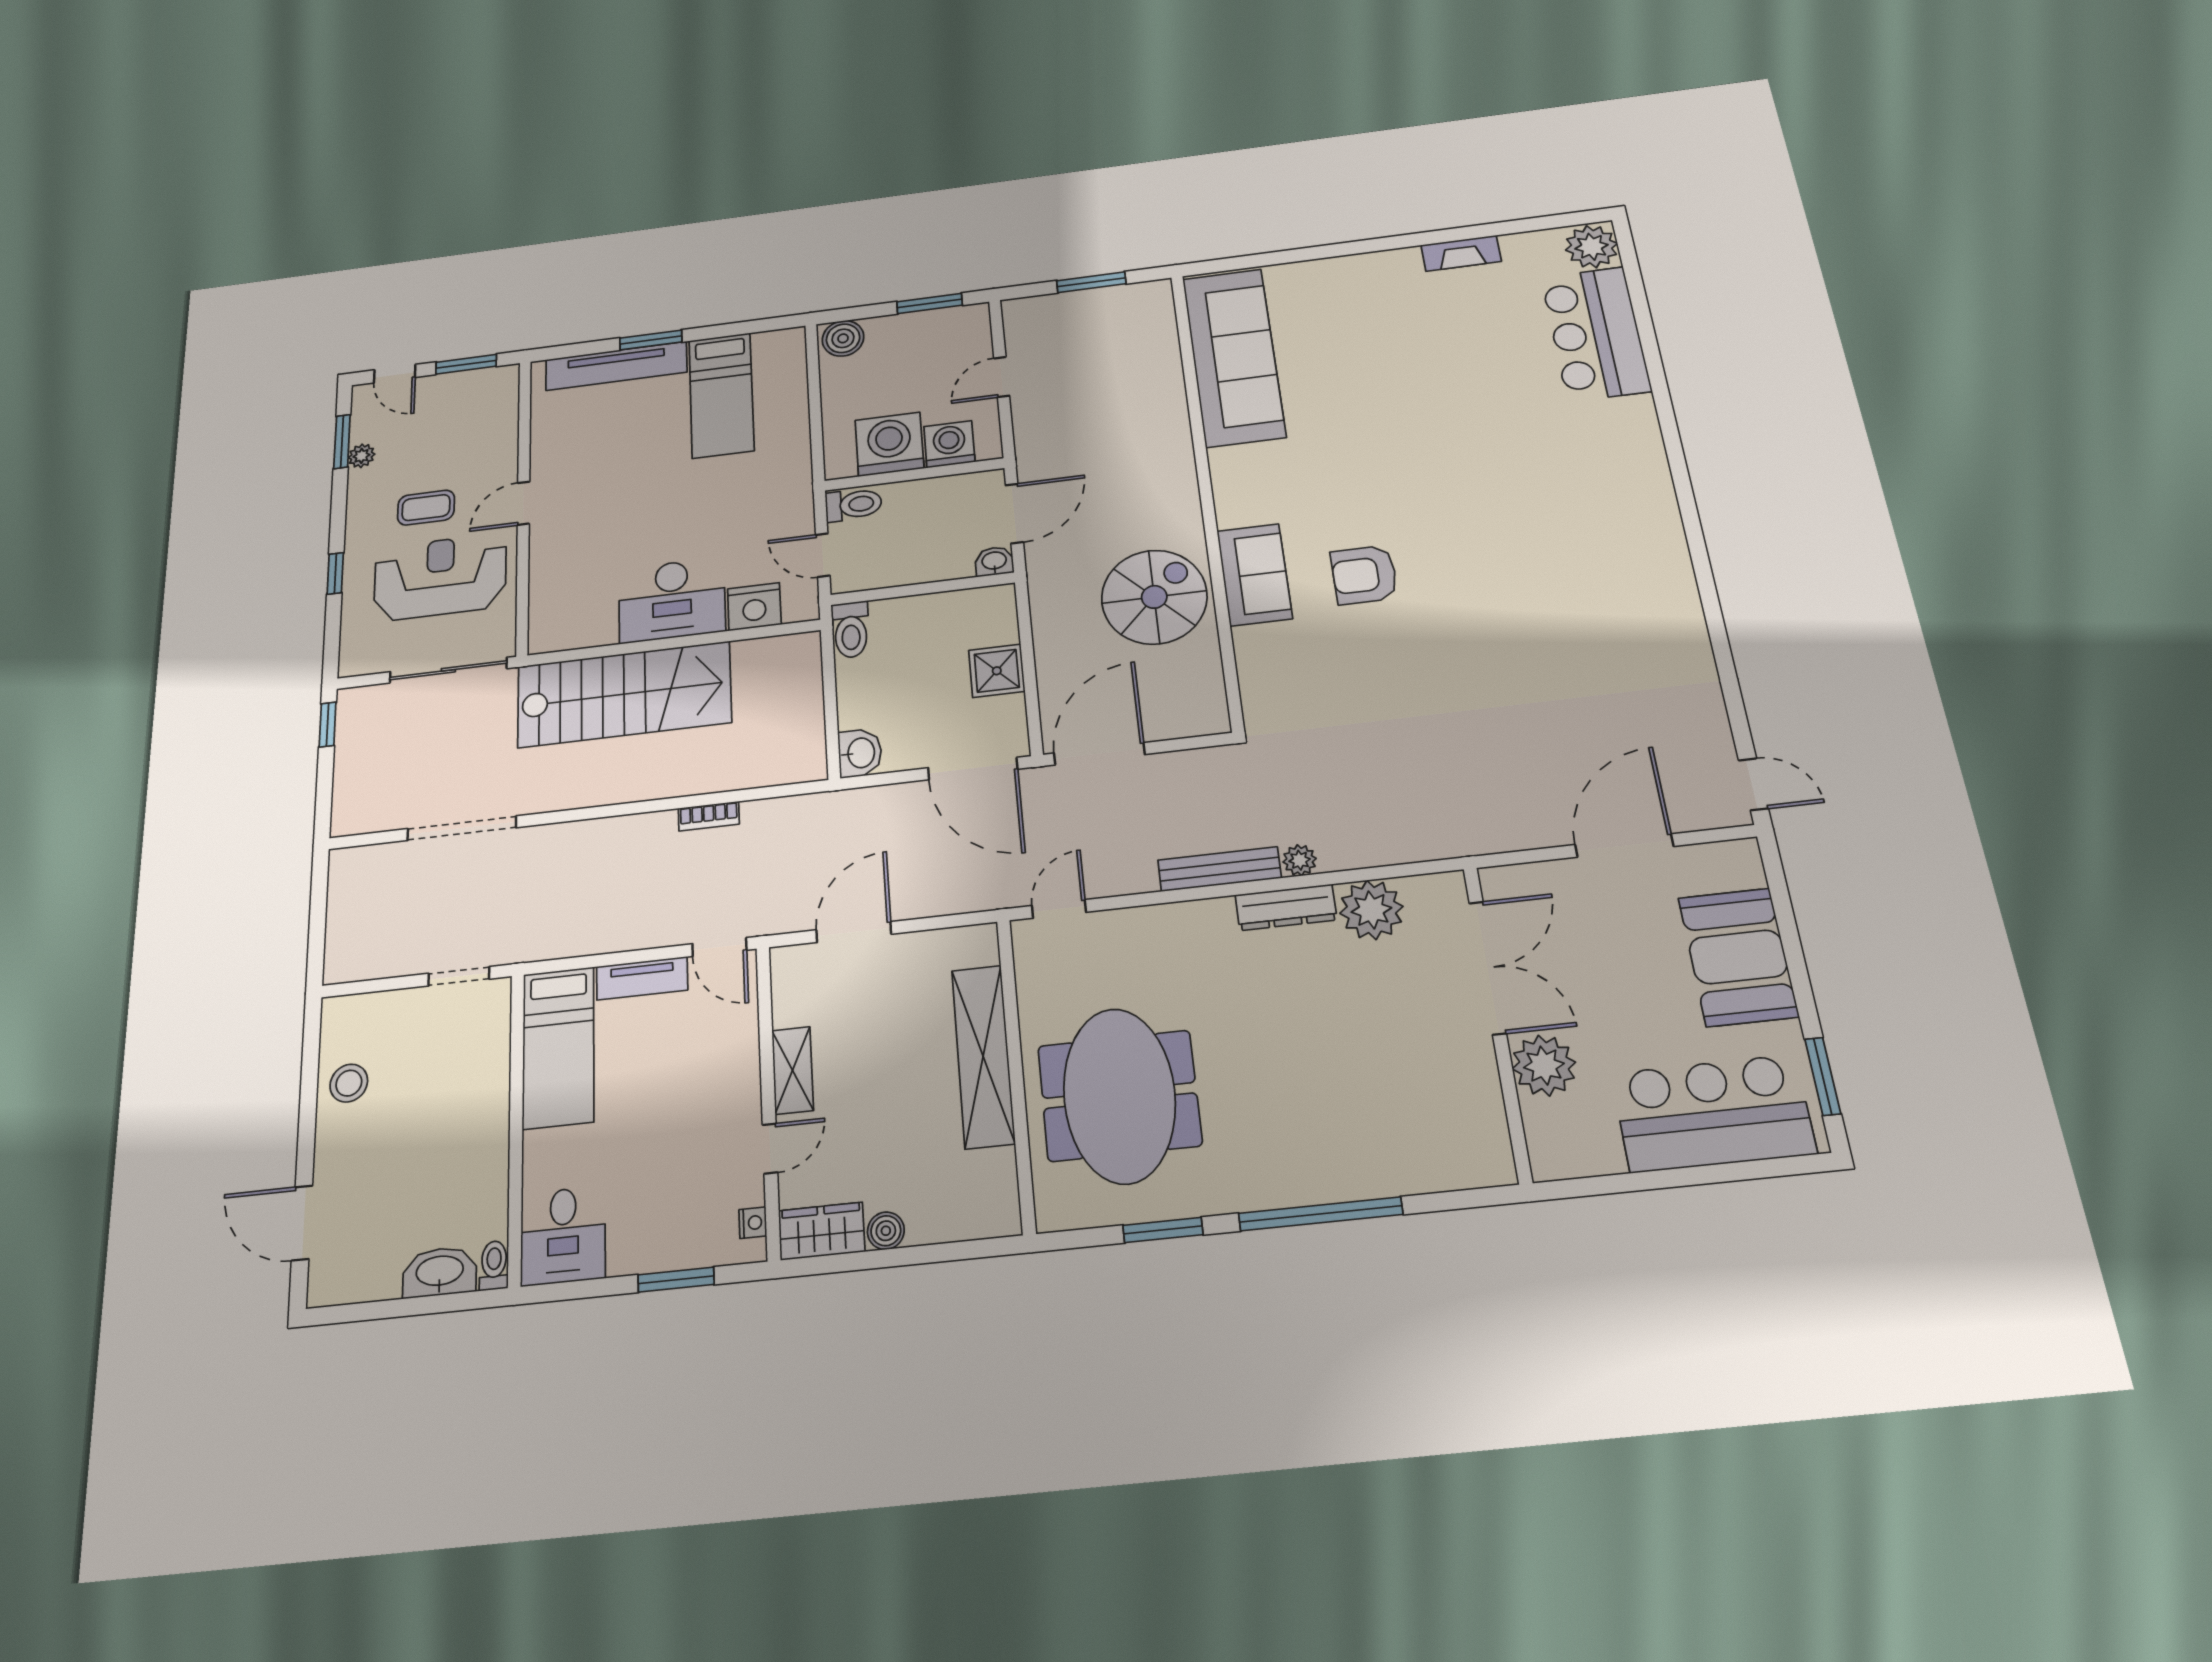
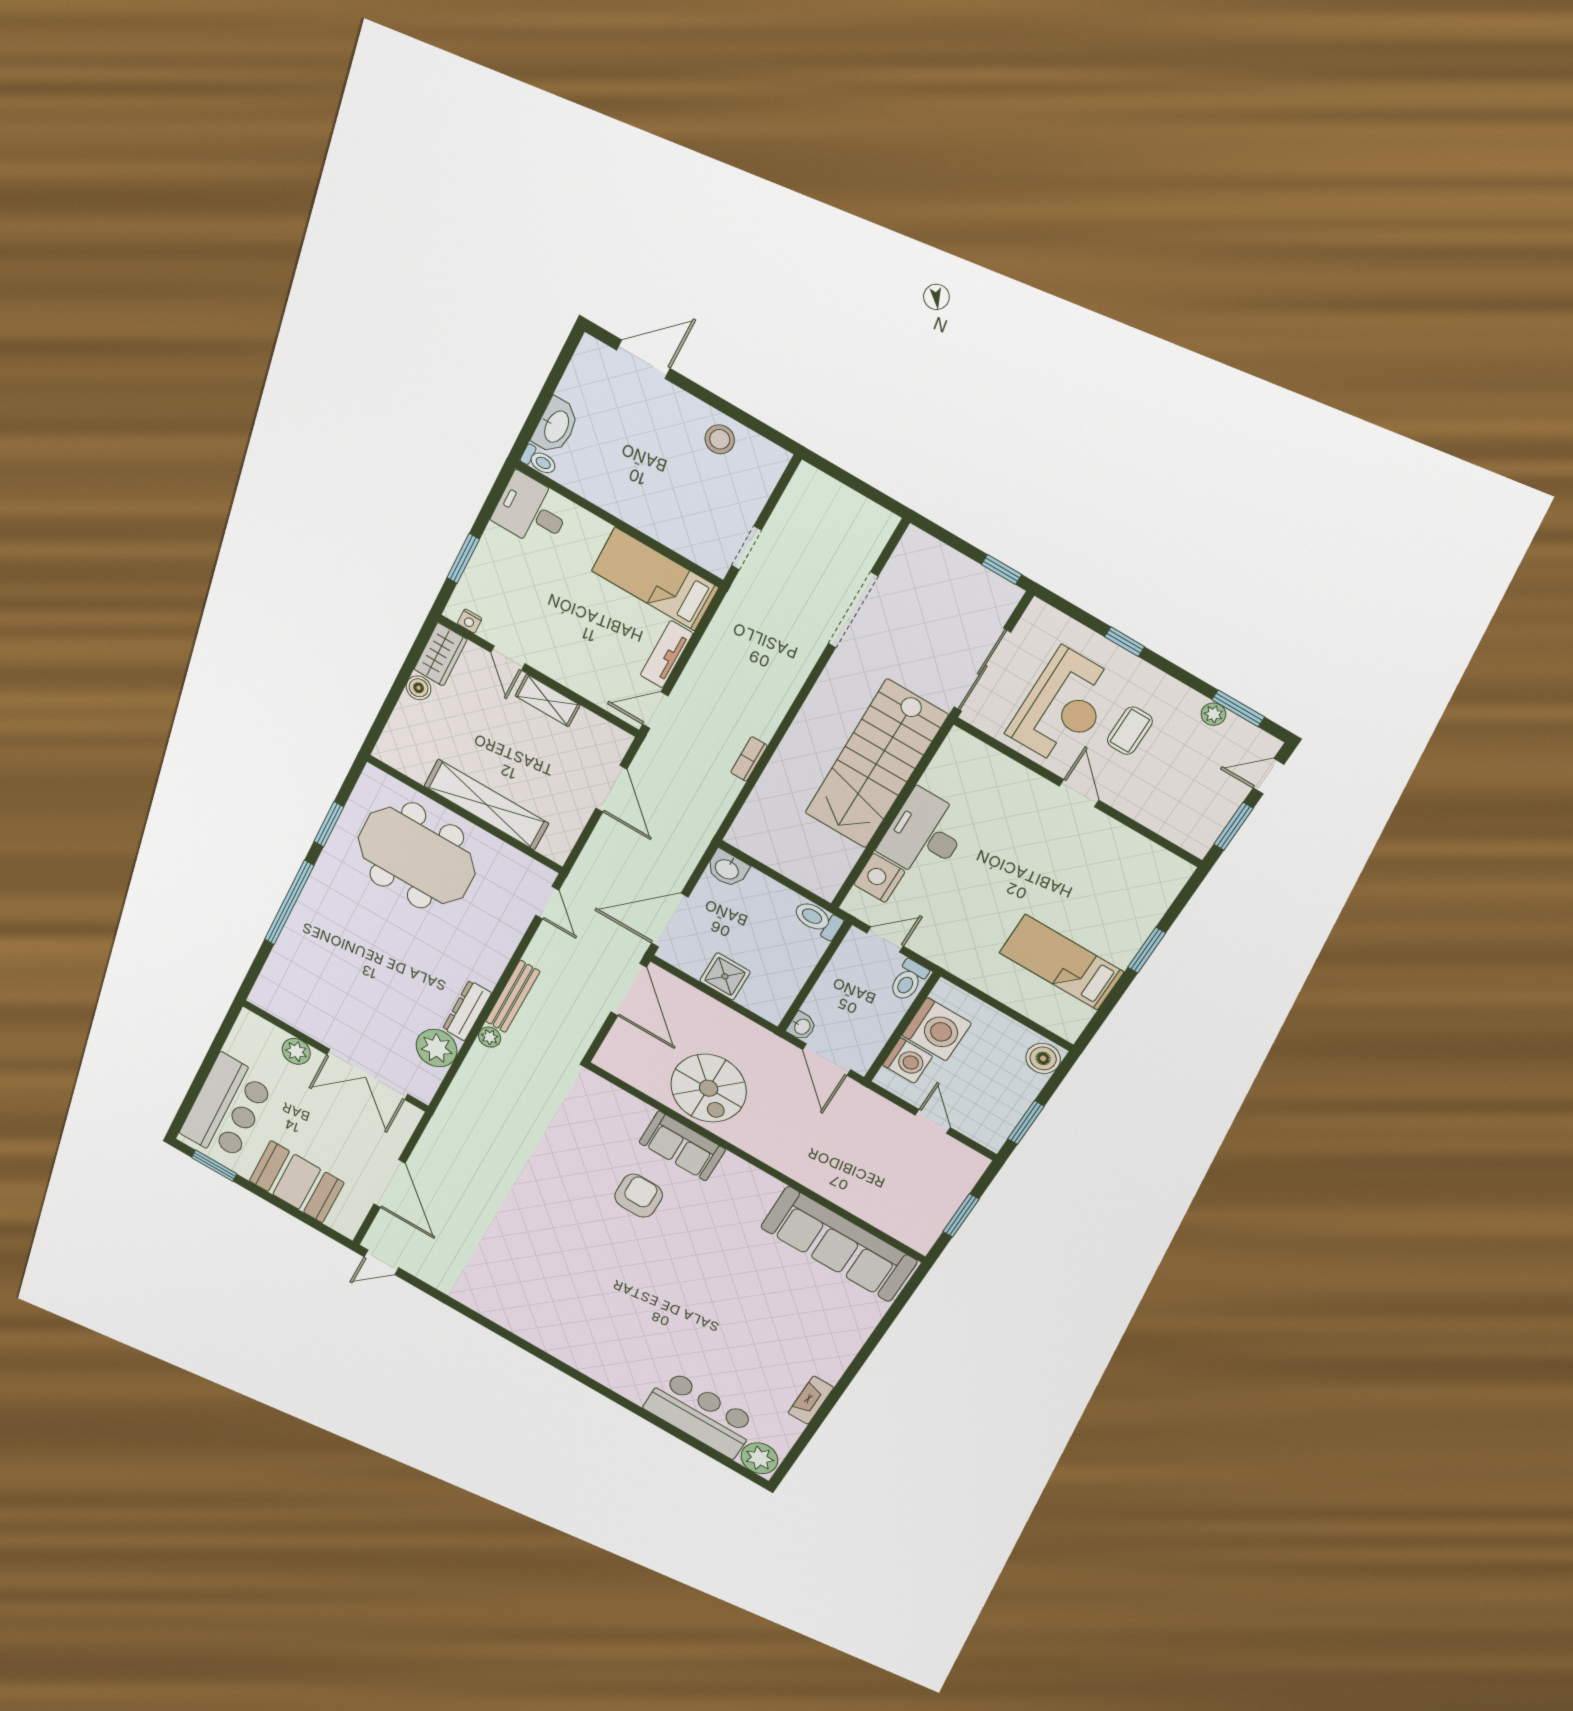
tv unit: (616, 366) -> (1144, 917), removed
plant: (1544, 1066) -> (296, 1051), width x0.73, depth x0.73

